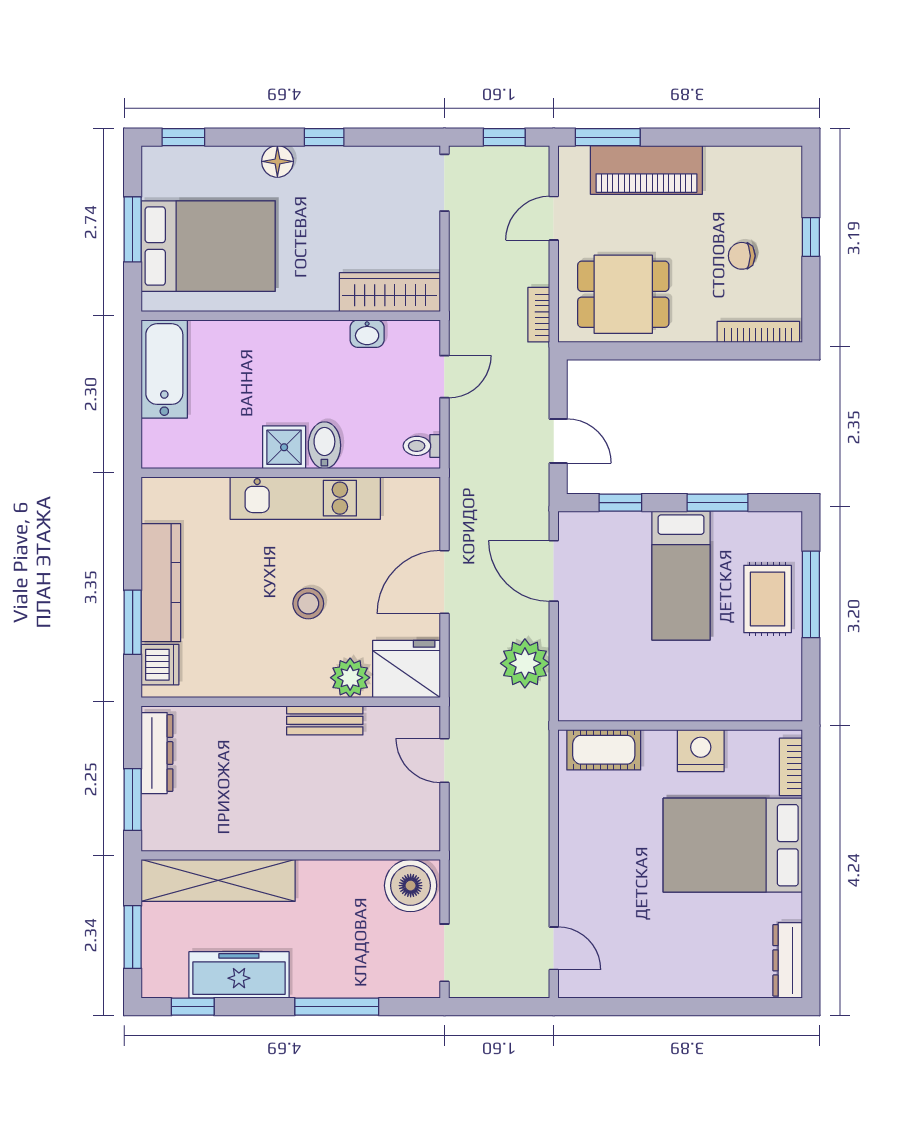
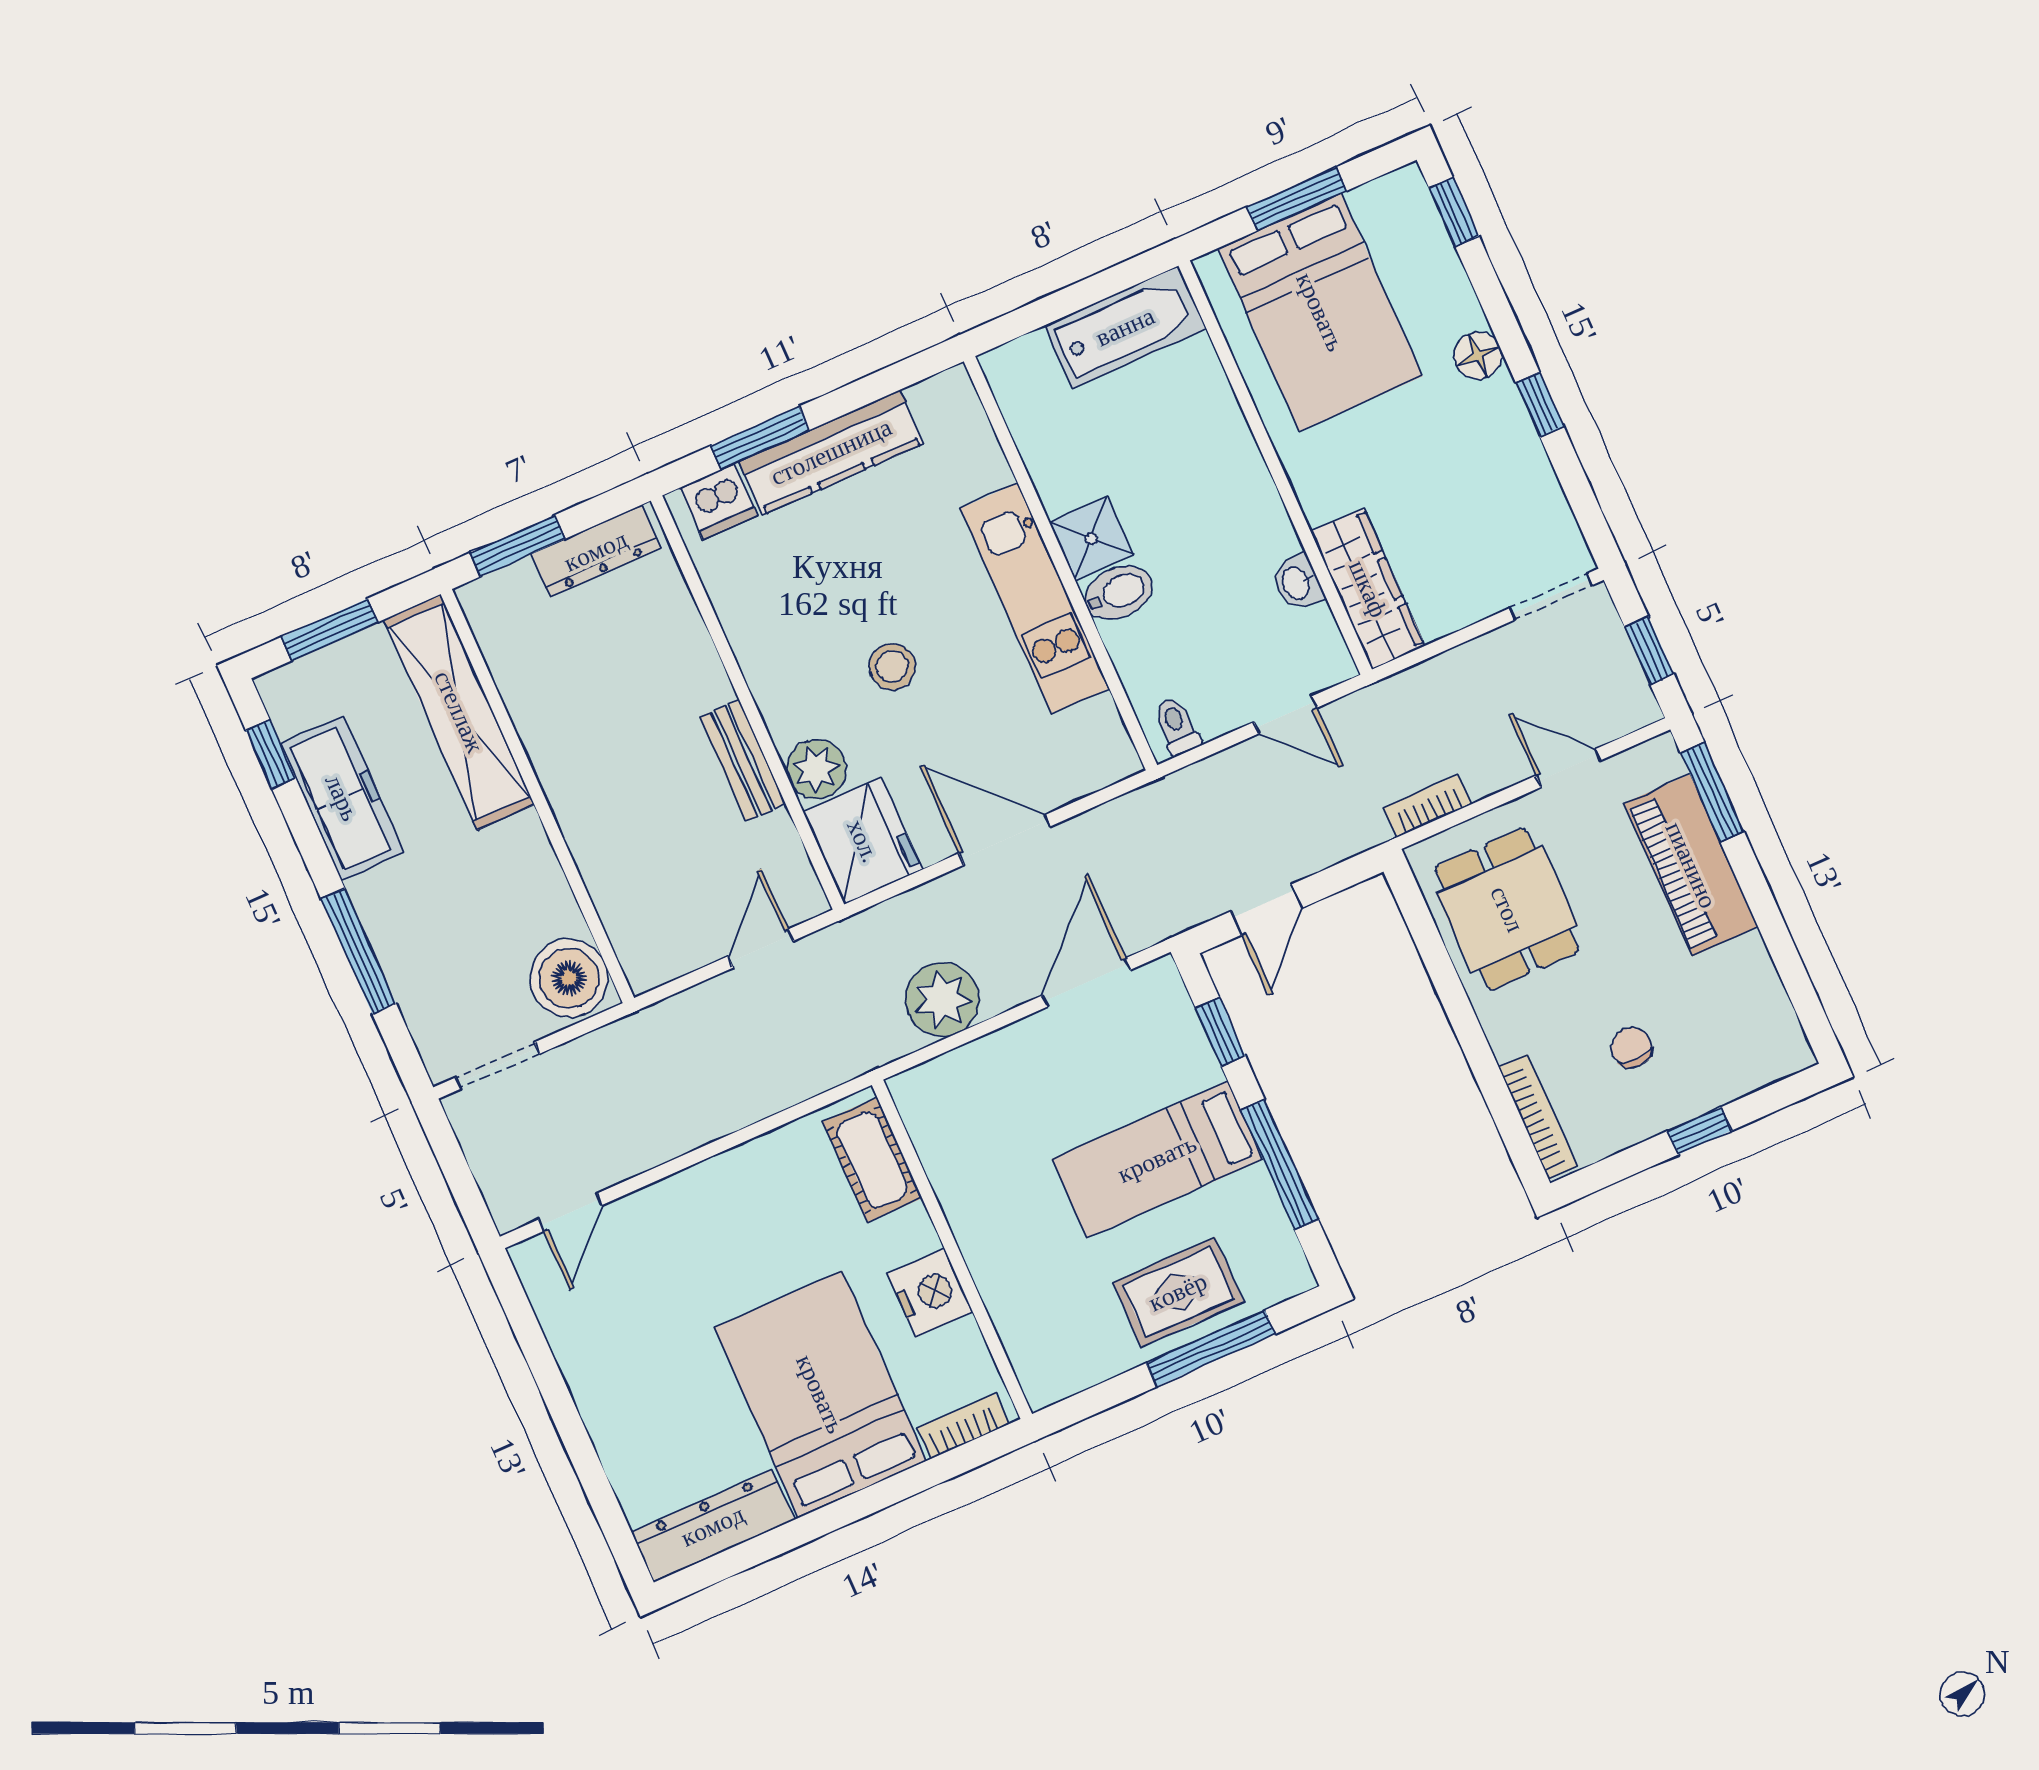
window: (717, 503) -> (1280, 1165), width x1.44
dresser: (788, 960) -> (713, 1526), width x1.37, depth x1.24

